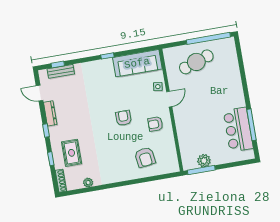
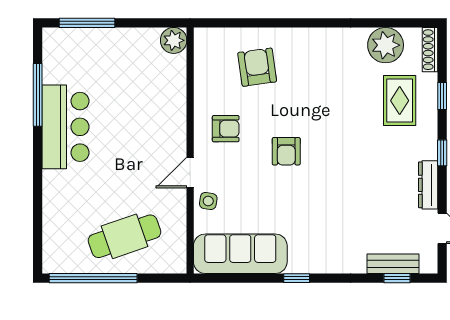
bar counter: (238, 130) -> (65, 127), moved
plant: (204, 161) -> (174, 40), moved
window: (201, 170) -> (87, 23), moved
plant: (88, 183) -> (386, 45), width x1.88, depth x1.88

